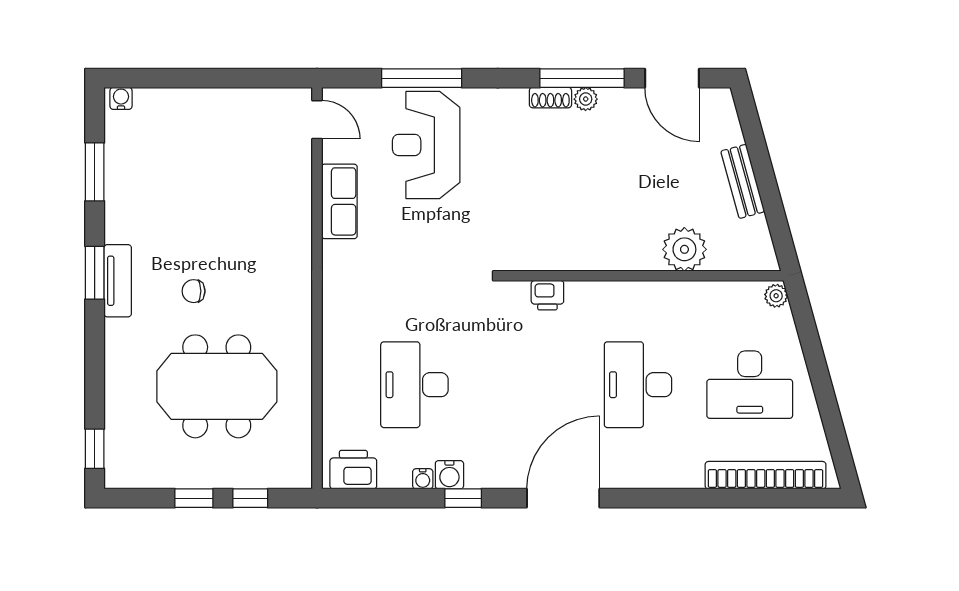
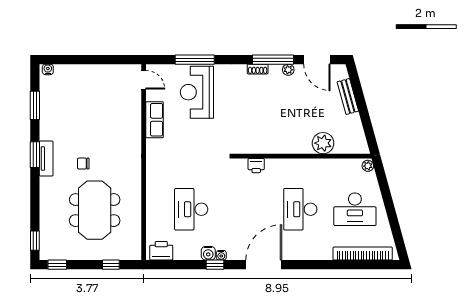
plant: (586, 99) -> (288, 70), moved
bench: (743, 181) -> (348, 96), moved
meeting table: (217, 386) -> (95, 210), turned 90
water cooler: (423, 479) -> (221, 255), moved
window: (194, 498) -> (57, 265), moved

